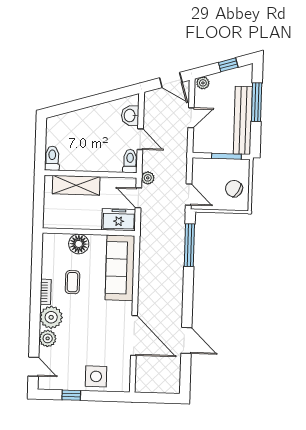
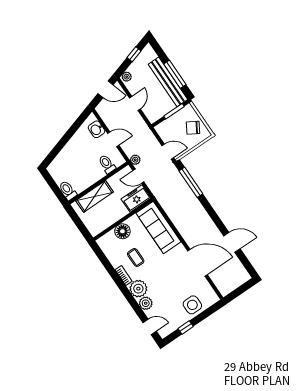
window: (257, 102) -> (175, 74), moved
toilet: (130, 161) -> (107, 164), moved

